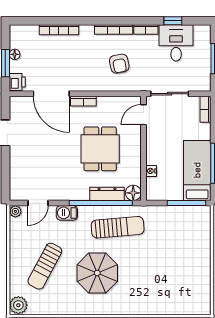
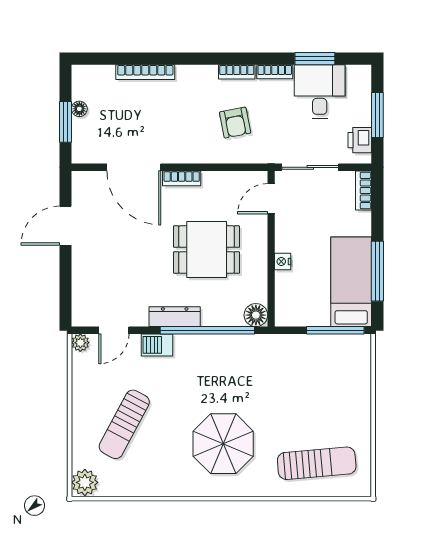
window: (173, 21) -> (315, 59), width x1.50
bookcase: (114, 30) -> (237, 72), width x0.64
printer: (17, 82) -> (360, 140), moved, turned 180
dining table: (100, 149) -> (207, 250), turned 90
nightstand: (151, 171) -> (283, 261), moved
dresser: (107, 194) -> (175, 317), moved
sun lounger: (118, 227) -> (317, 463), moved
parasol: (97, 273) -> (223, 444), moved

